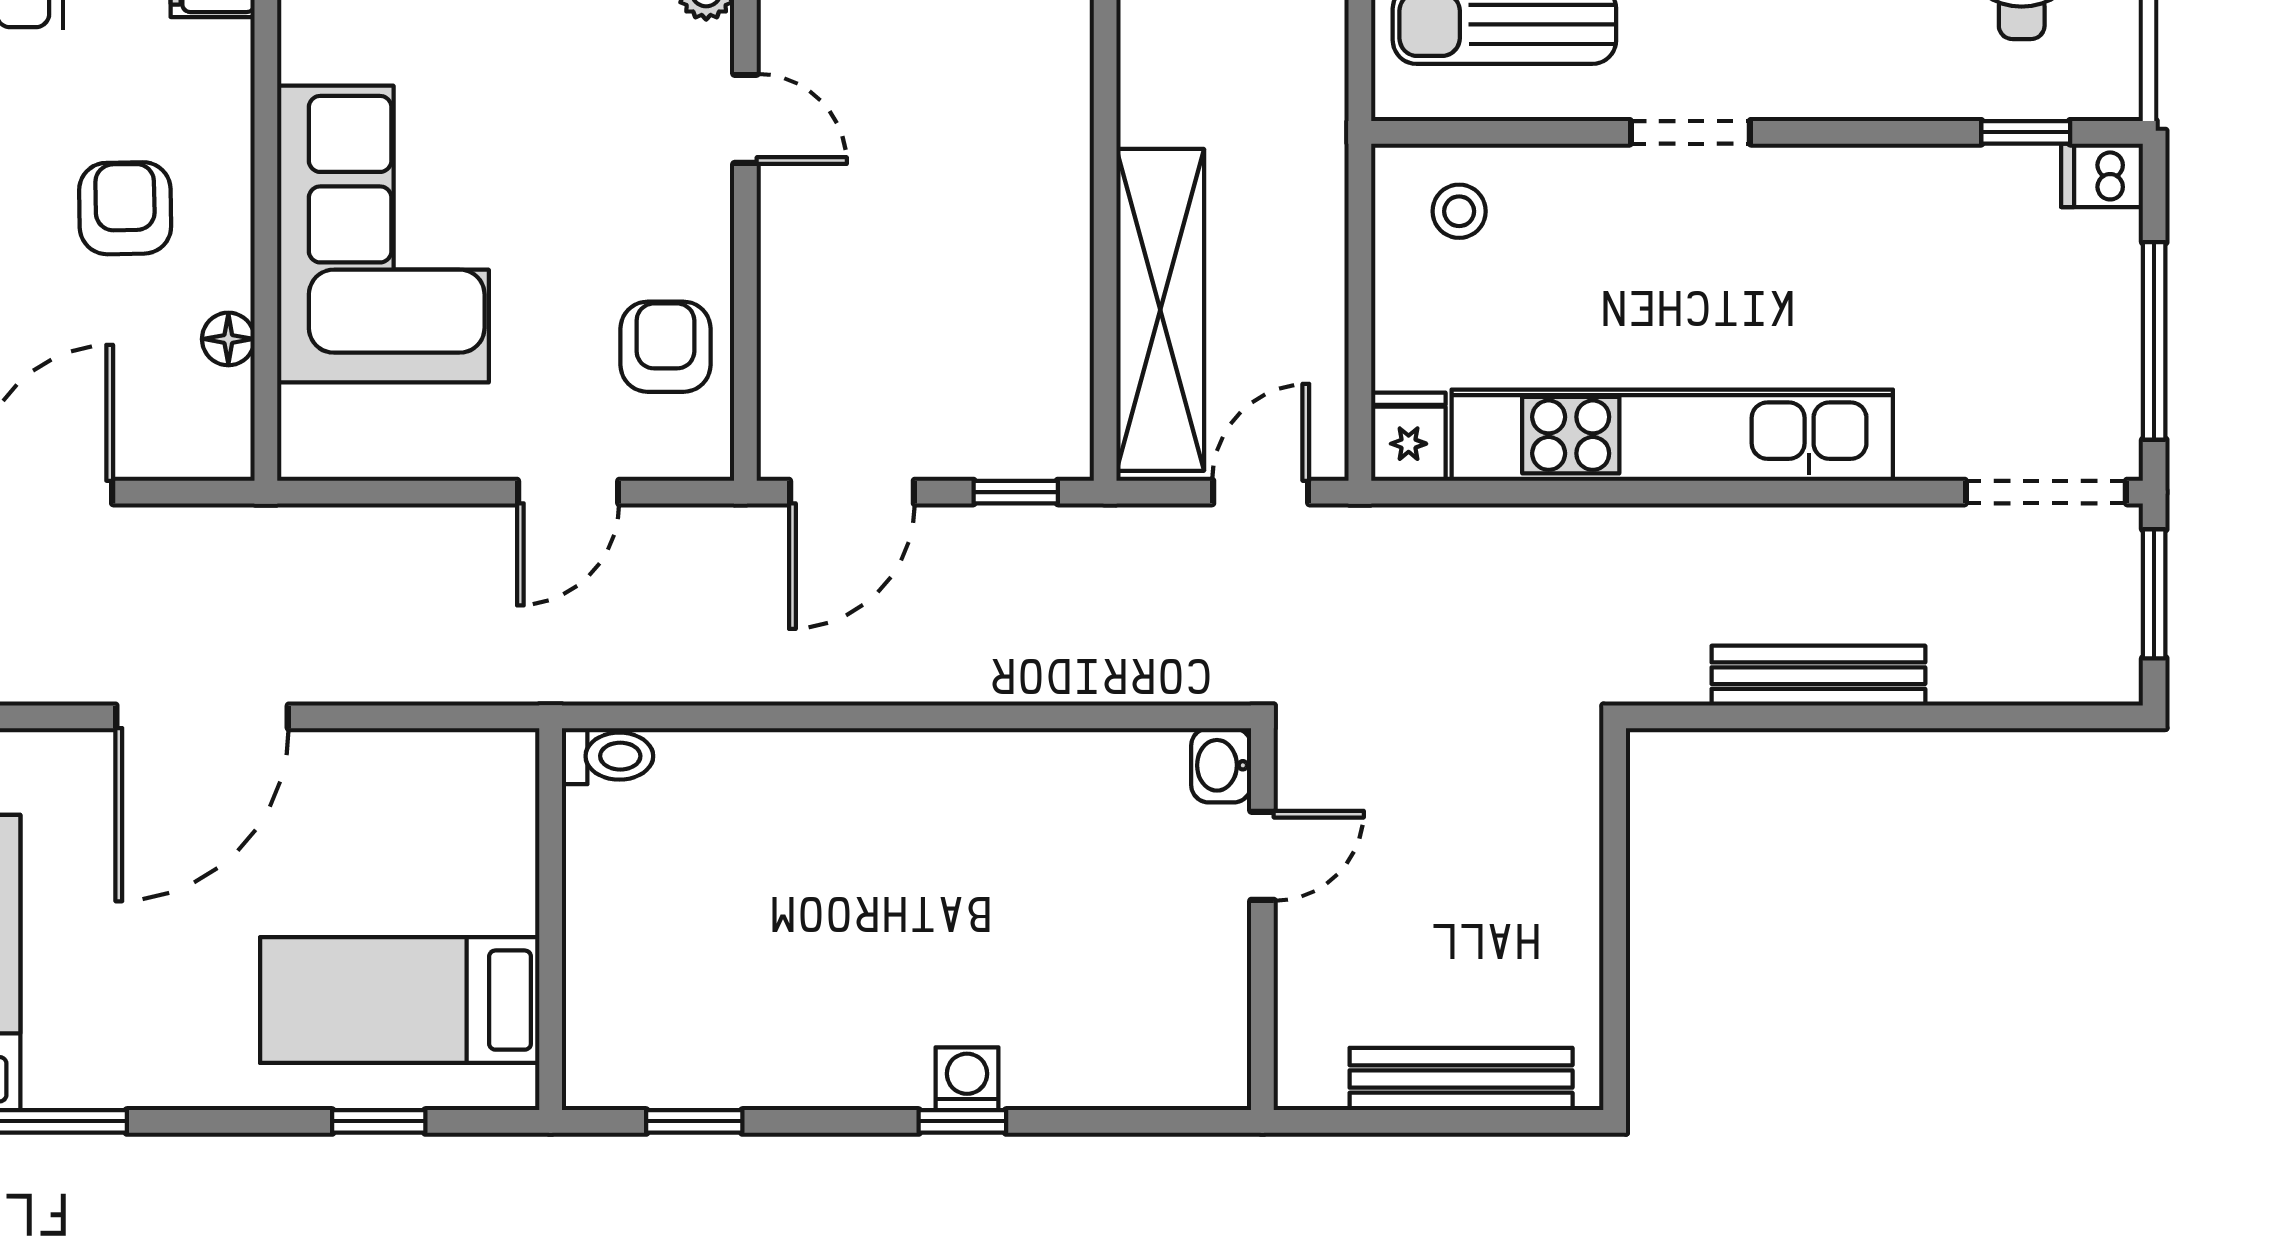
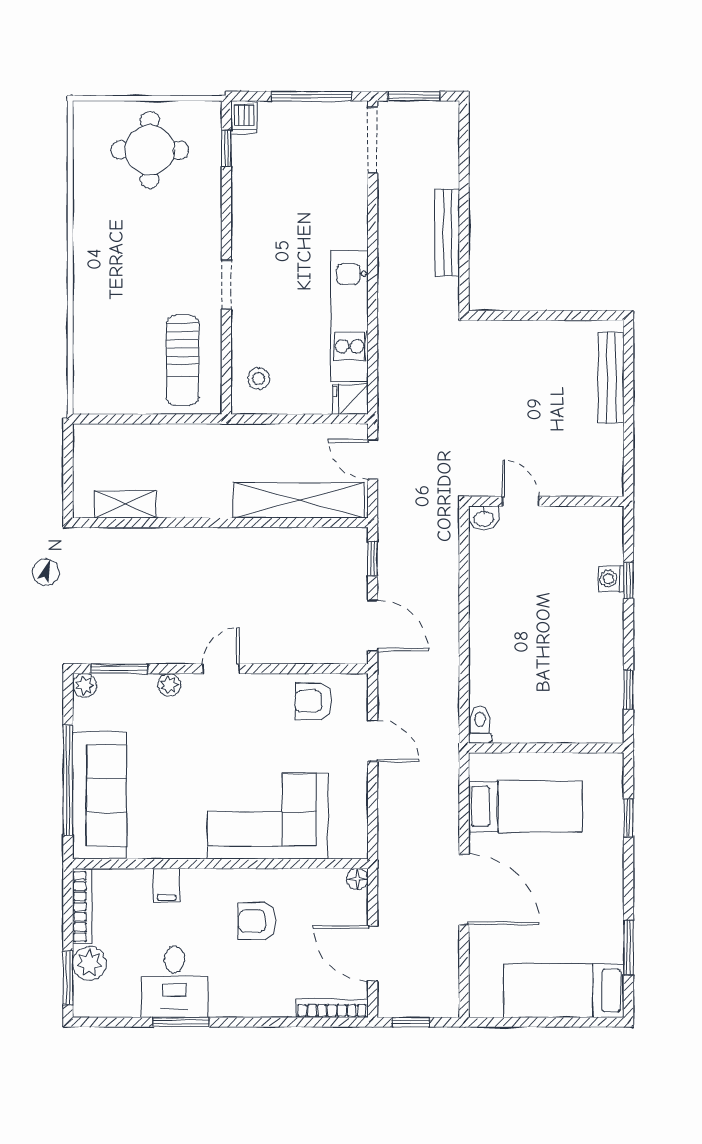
floor lamp: (228, 339) -> (357, 879), moved
kitchen unit: (1672, 435) -> (349, 316), width x0.73
washbasin: (1221, 765) -> (484, 518), moved
door: (1262, 856) -> (520, 501), moved
wall: (1262, 919) -> (546, 501), moved
bed: (400, 1000) -> (525, 806), moved, turned -90

